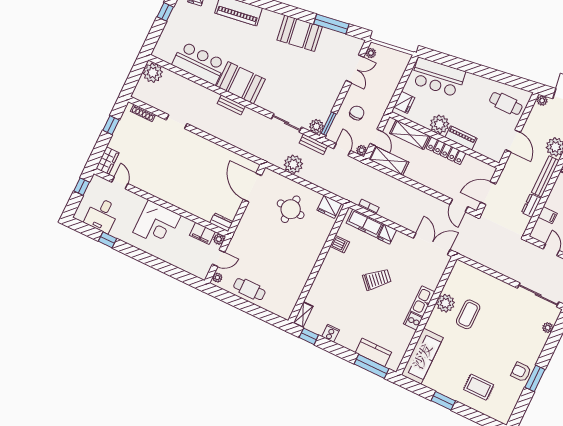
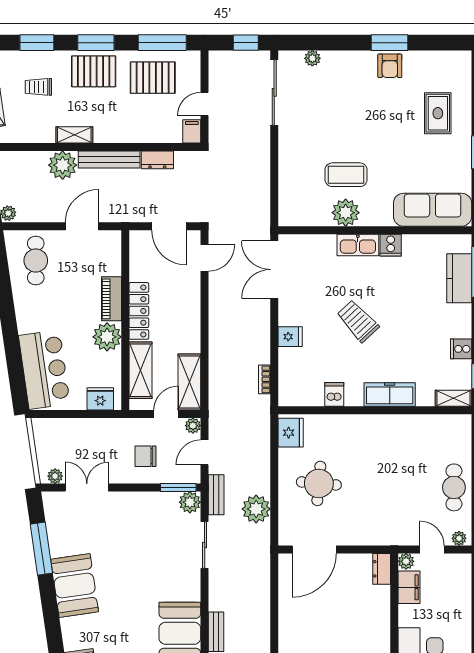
filing cabinet: (548, 215) -> (192, 131), moved
freezer: (365, 223) -> (390, 394), moved, turned -90

